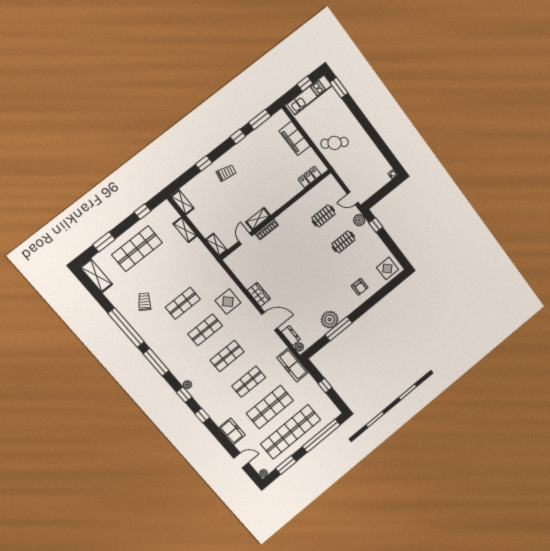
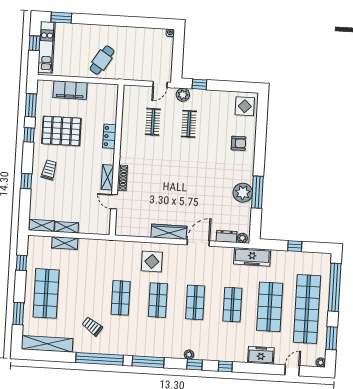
pallet: (261, 157) -> (61, 131), added
locker: (310, 177) -> (109, 136), moved
shelving: (216, 245) -> (67, 227), moved
shelving: (96, 276) -> (47, 344), width x1.47
wardrobe: (259, 295) -> (169, 232), width x1.50

